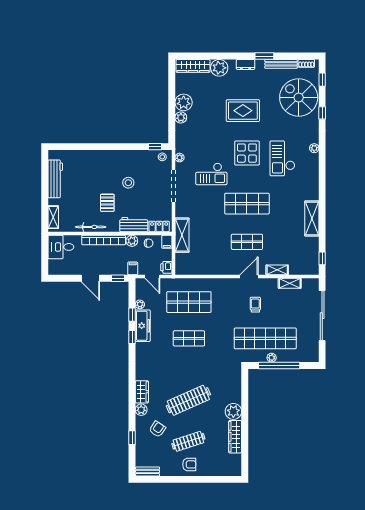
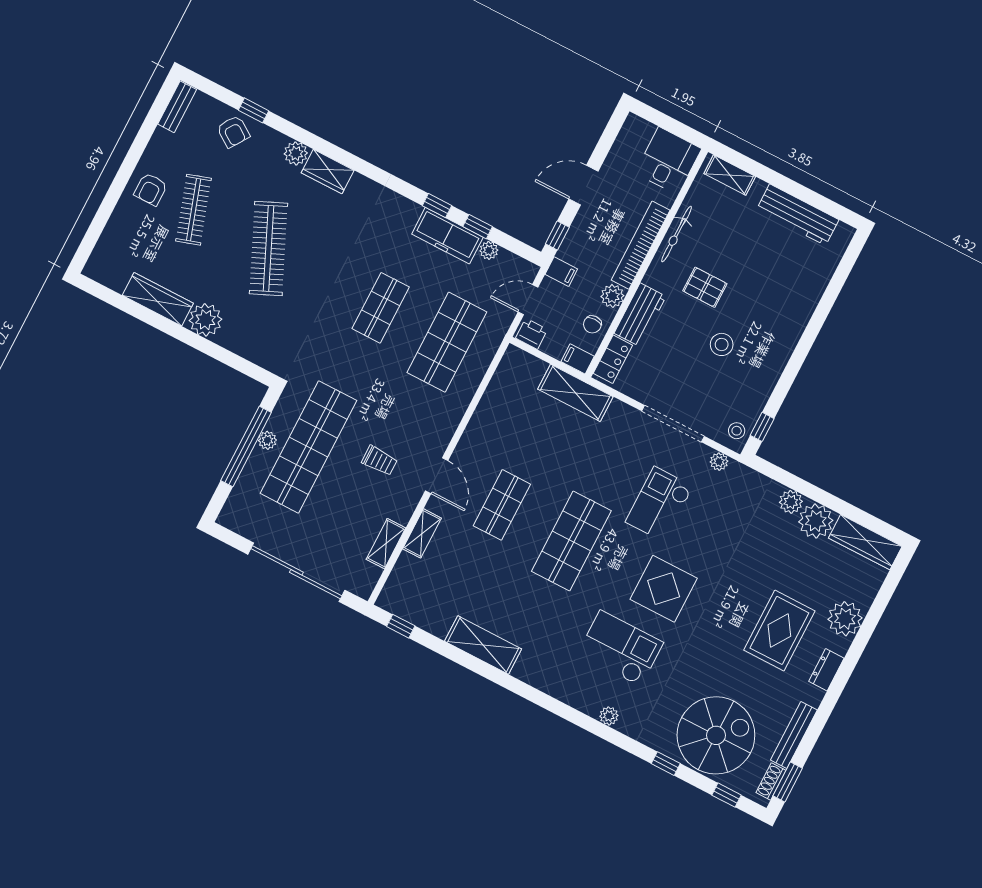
window: (264, 56) -> (788, 782), moved
wardrobe: (193, 66) -> (865, 542), moved, turned -90
rug: (243, 111) -> (779, 630), moved
armchair: (157, 429) -> (233, 132), moved

